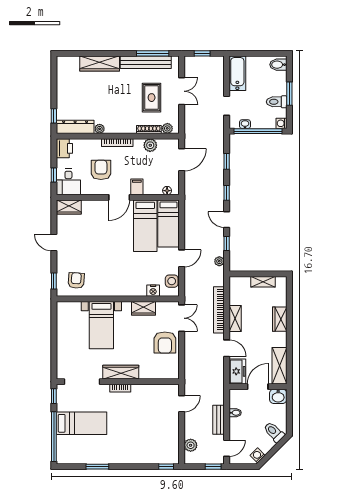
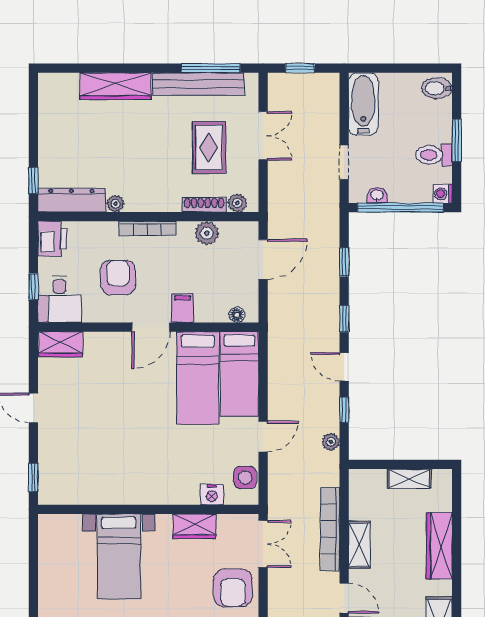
armchair: (76, 280) -> (73, 476), removed
wardrobe: (280, 319) -> (439, 546), width x1.50

